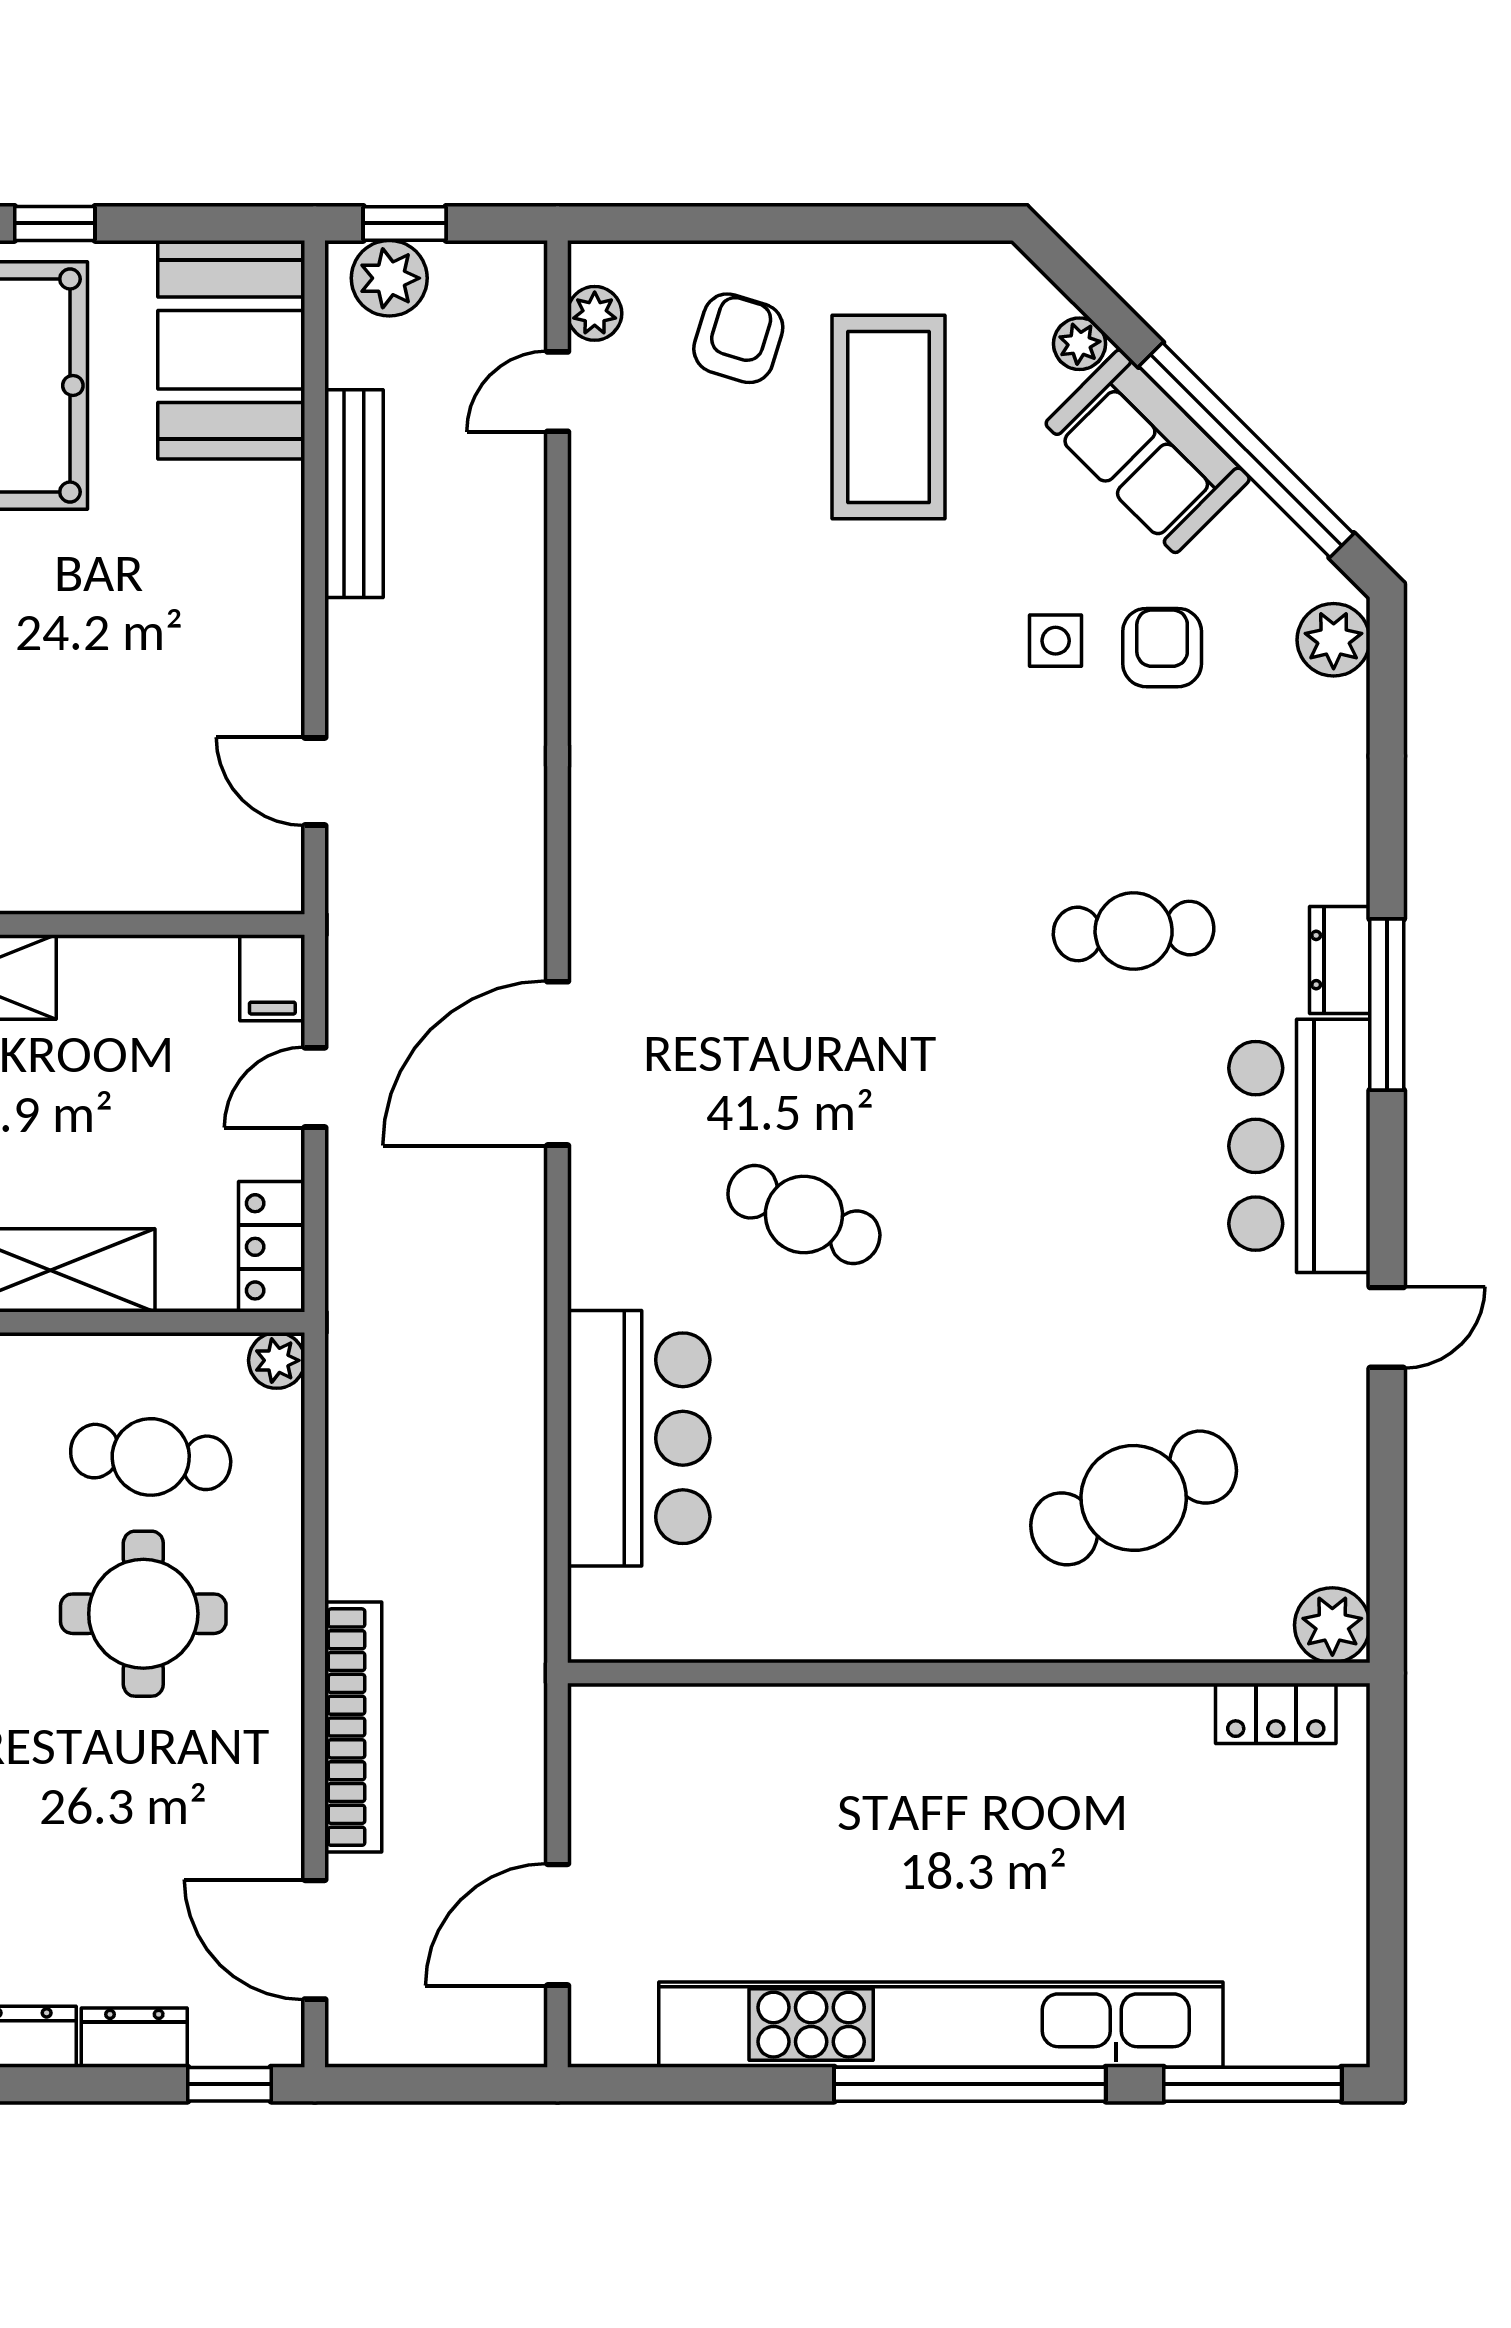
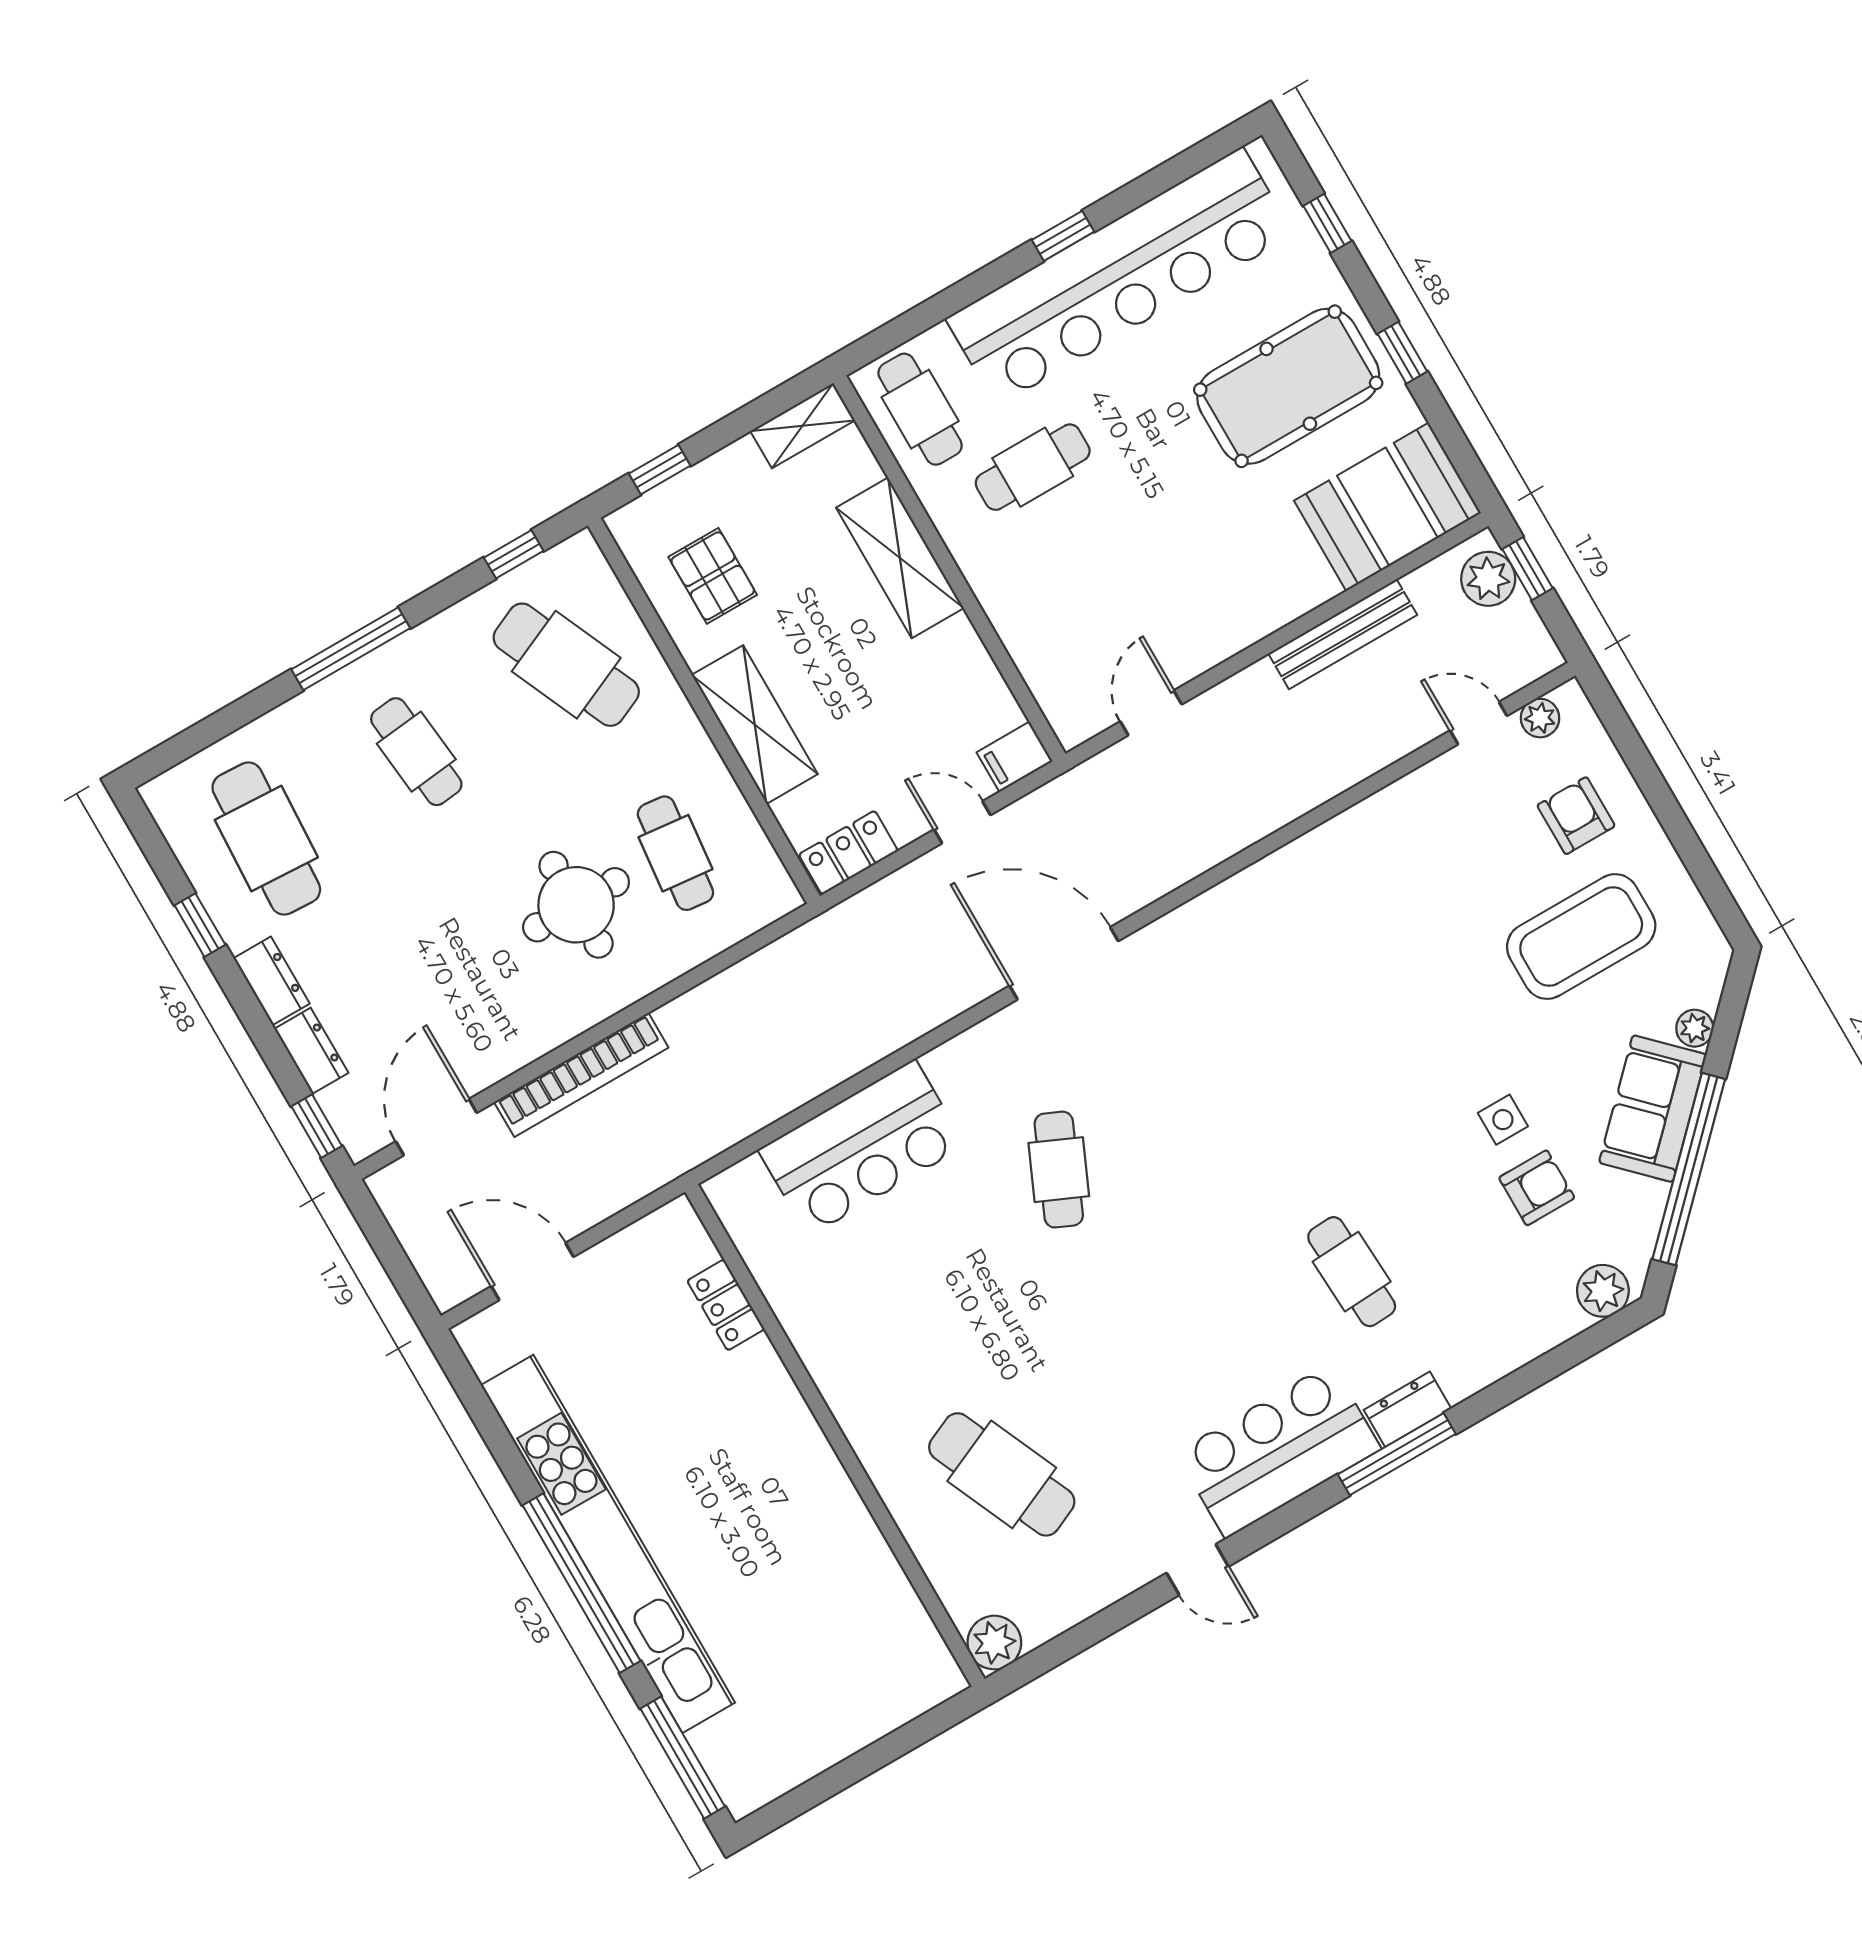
armchair: (738, 338) -> (1576, 816), turned -107
plant: (277, 1360) -> (780, 896), removed
locker: (1276, 1713) -> (726, 1305), moved

